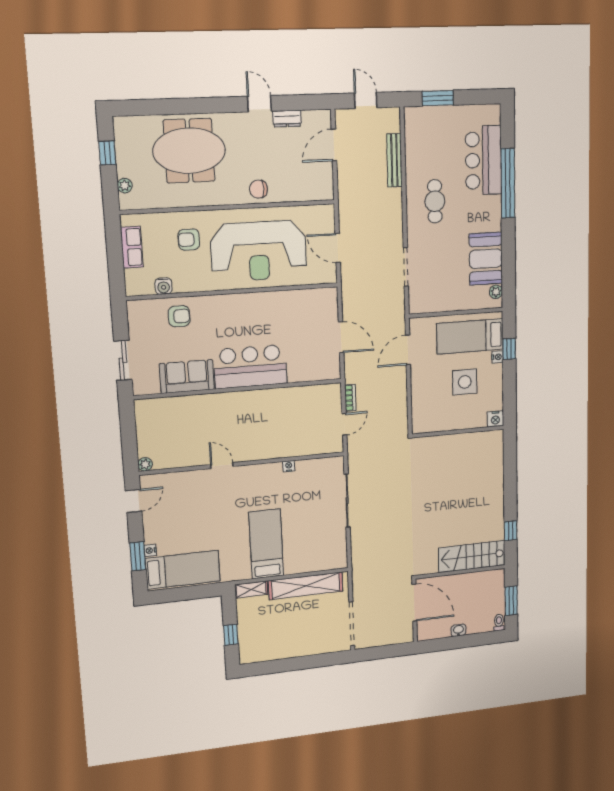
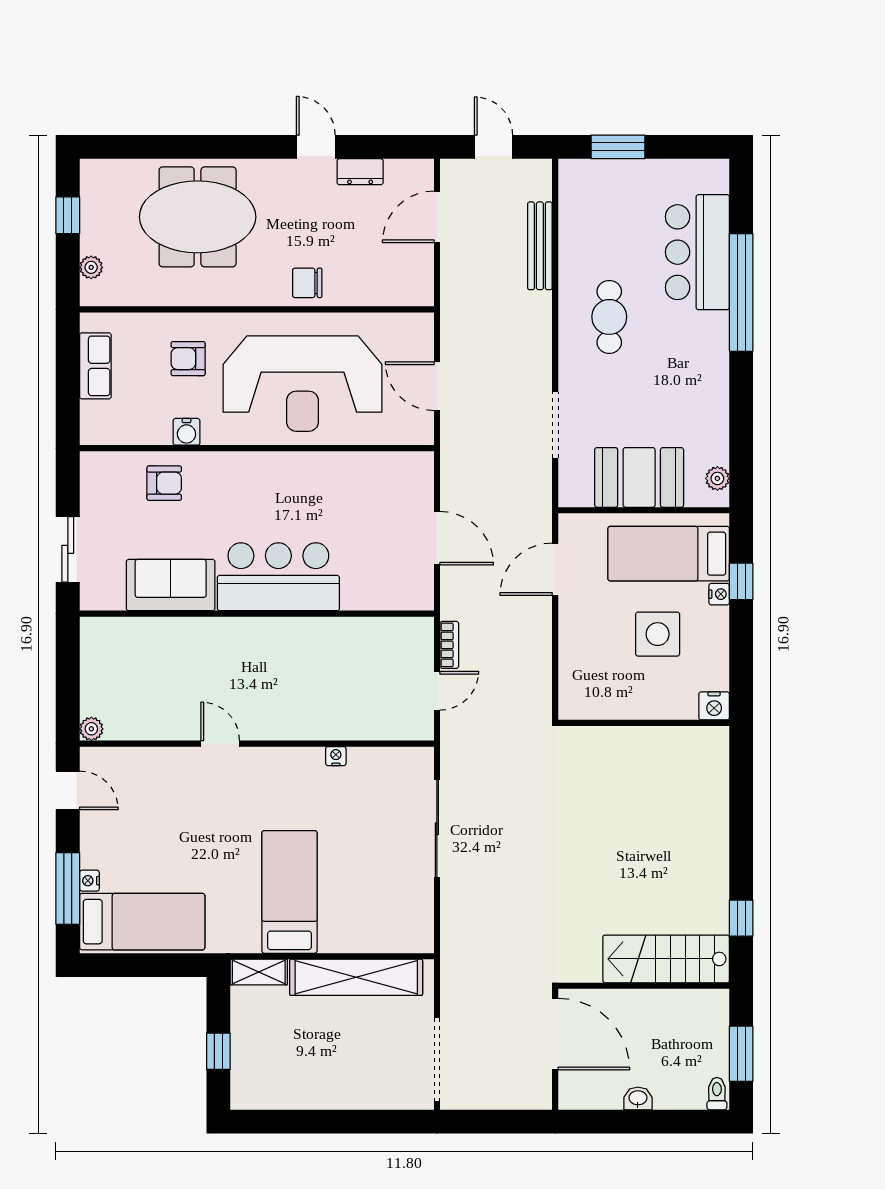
booth: (486, 259) -> (639, 477), moved, turned 90
water cooler: (164, 286) -> (186, 432), moved
door: (134, 501) -> (68, 790), hinge flipped
window: (138, 556) -> (68, 889), width x1.44

